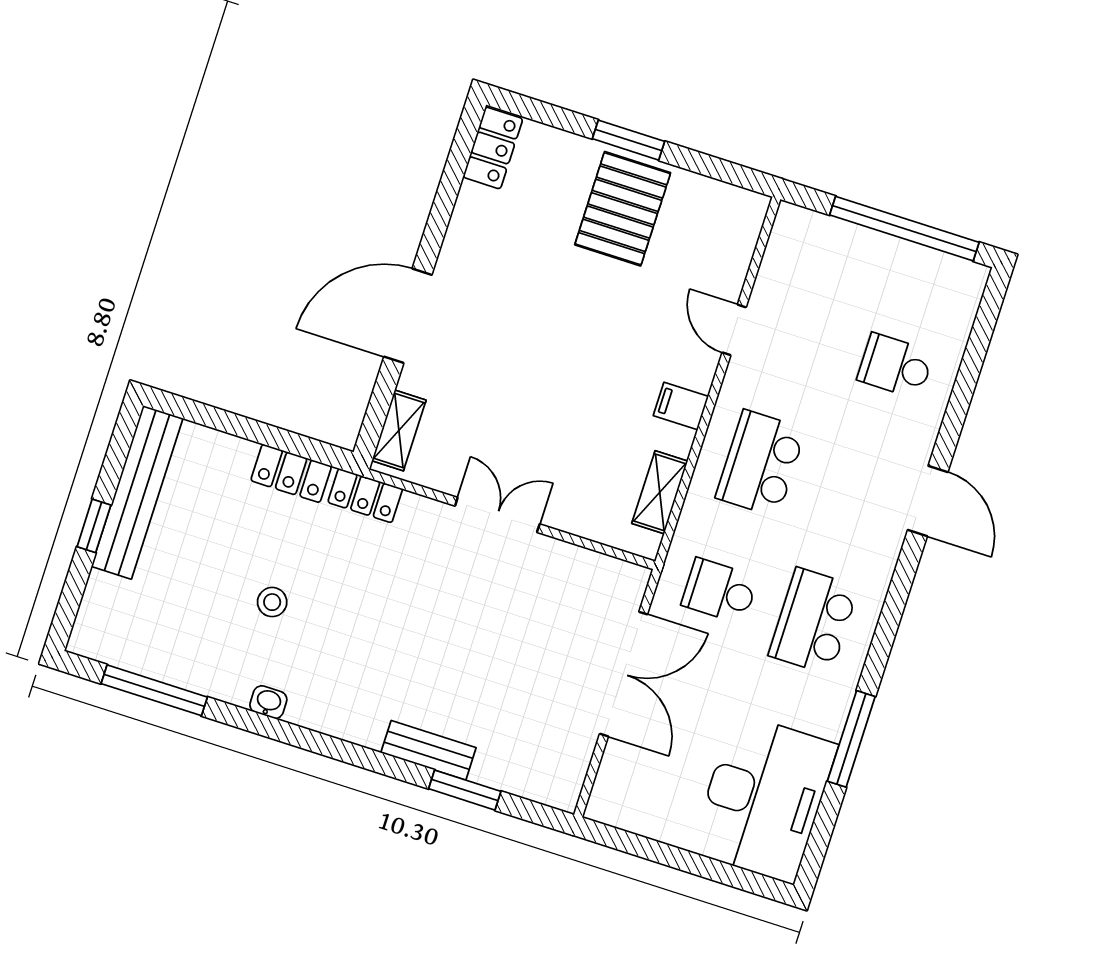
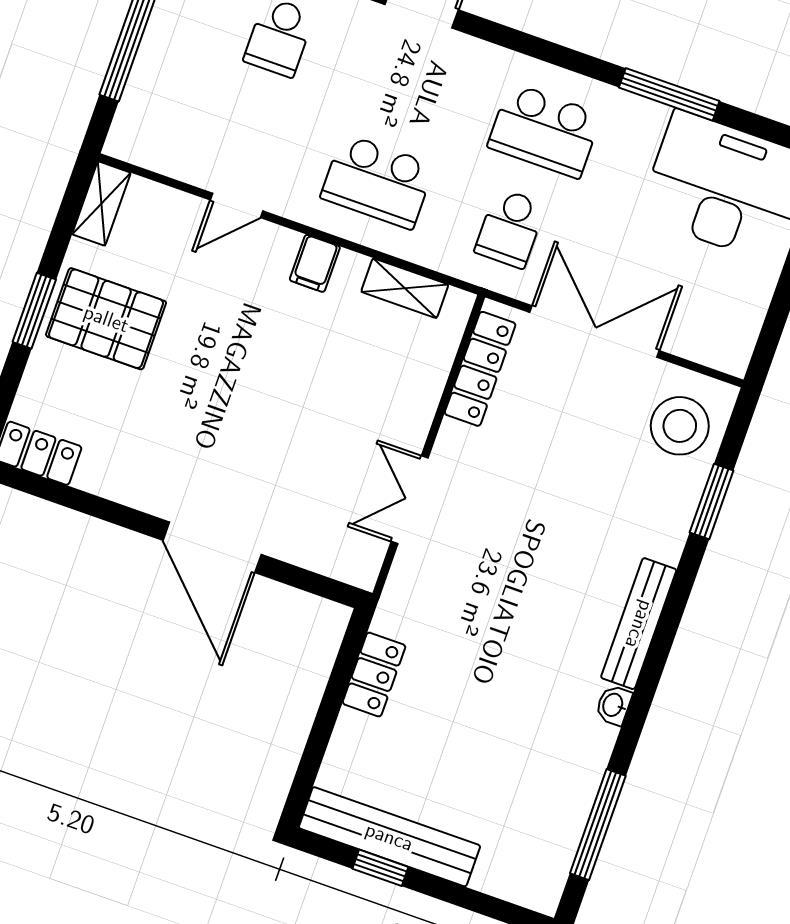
shelving: (399, 430) -> (101, 204), moved, turned 90
locker: (365, 496) -> (480, 369), moved, width x1.53
double door: (497, 515) -> (410, 500), moved
window: (94, 526) -> (380, 868), moved
stool: (272, 602) -> (680, 426), moved, width x1.89, depth x1.89
bench: (428, 750) -> (639, 624), moved, width x1.36

